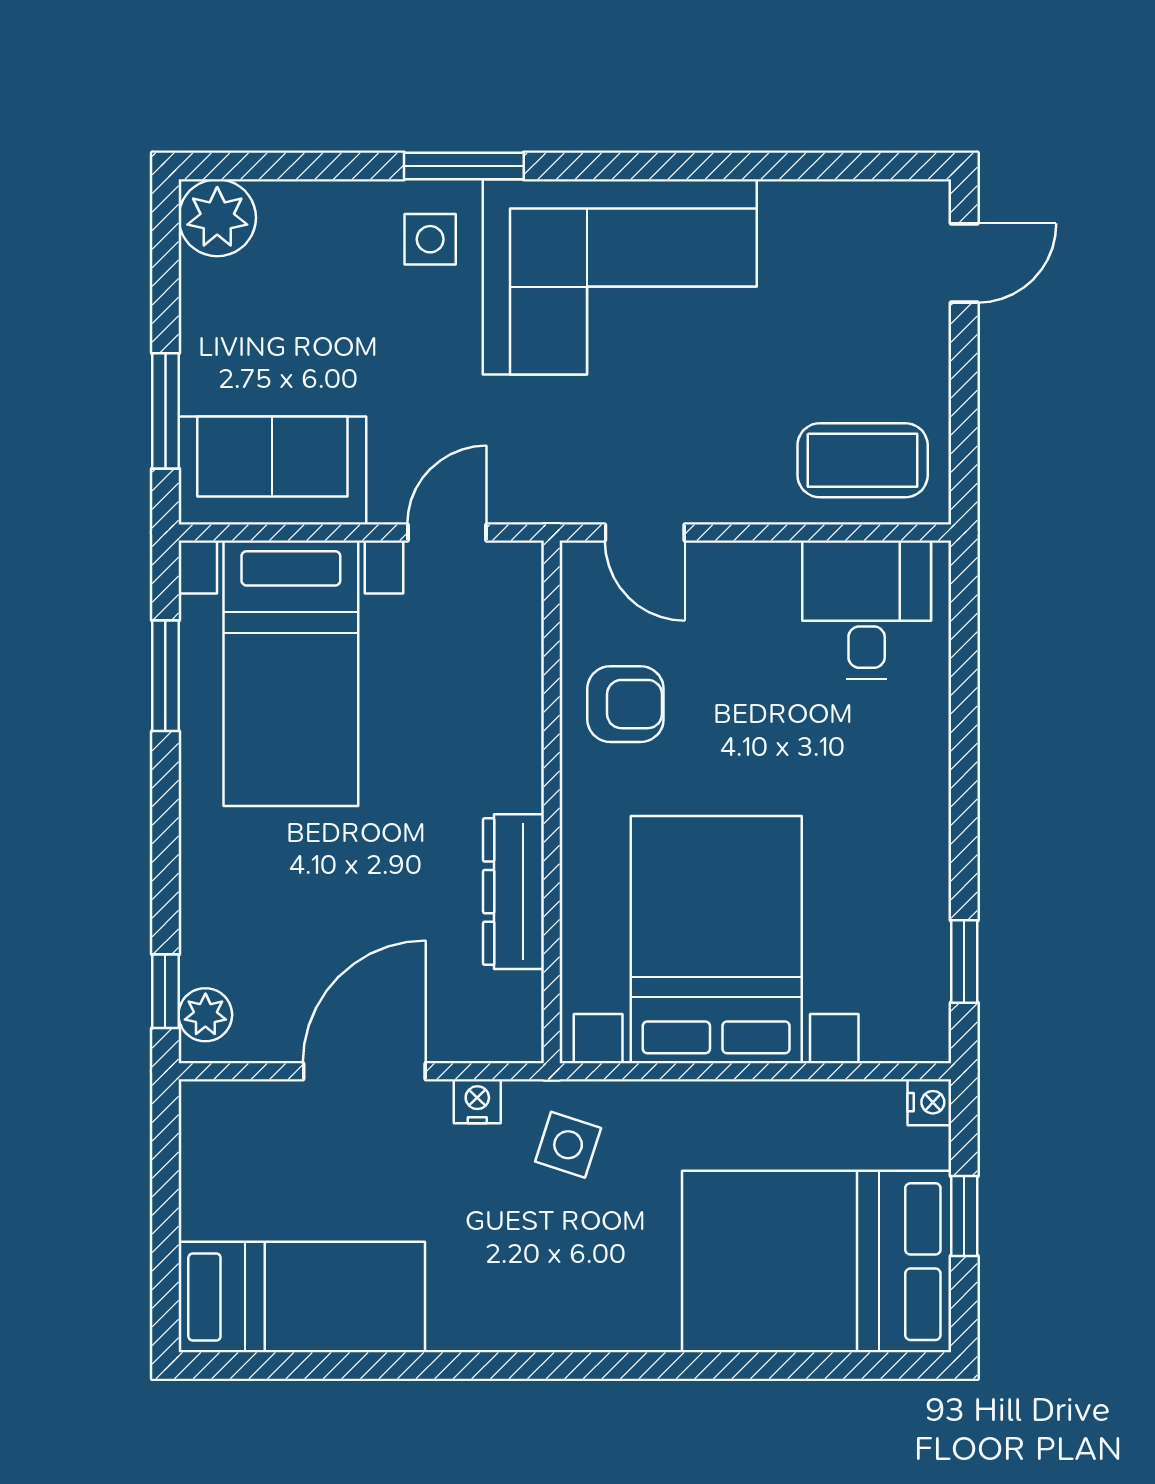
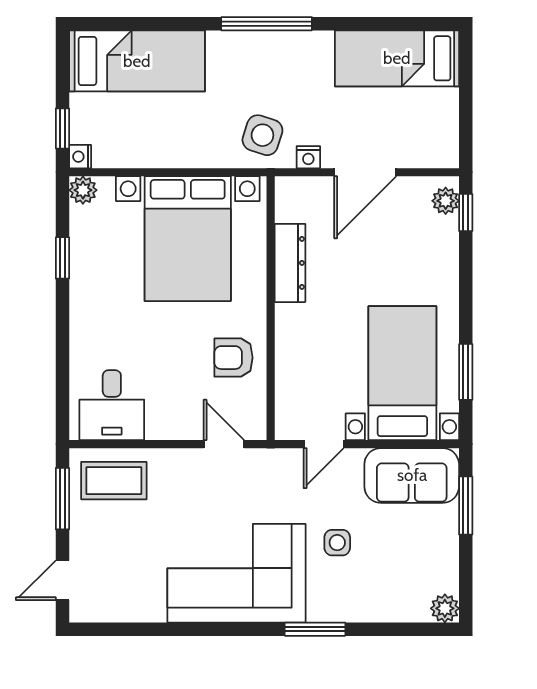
plant: (217, 218) -> (445, 608), width x0.73, depth x0.73
side table: (430, 239) -> (337, 543), moved
window: (964, 425) -> (62, 499), added
window: (964, 961) -> (62, 258), moved
plant: (924, 1036) -> (83, 190), added
side table: (568, 1145) -> (262, 135), width x1.37, depth x1.37
window: (964, 1216) -> (62, 128), moved
bed: (817, 1262) -> (137, 61), width x0.67
window: (560, 1366) -> (267, 24), added

